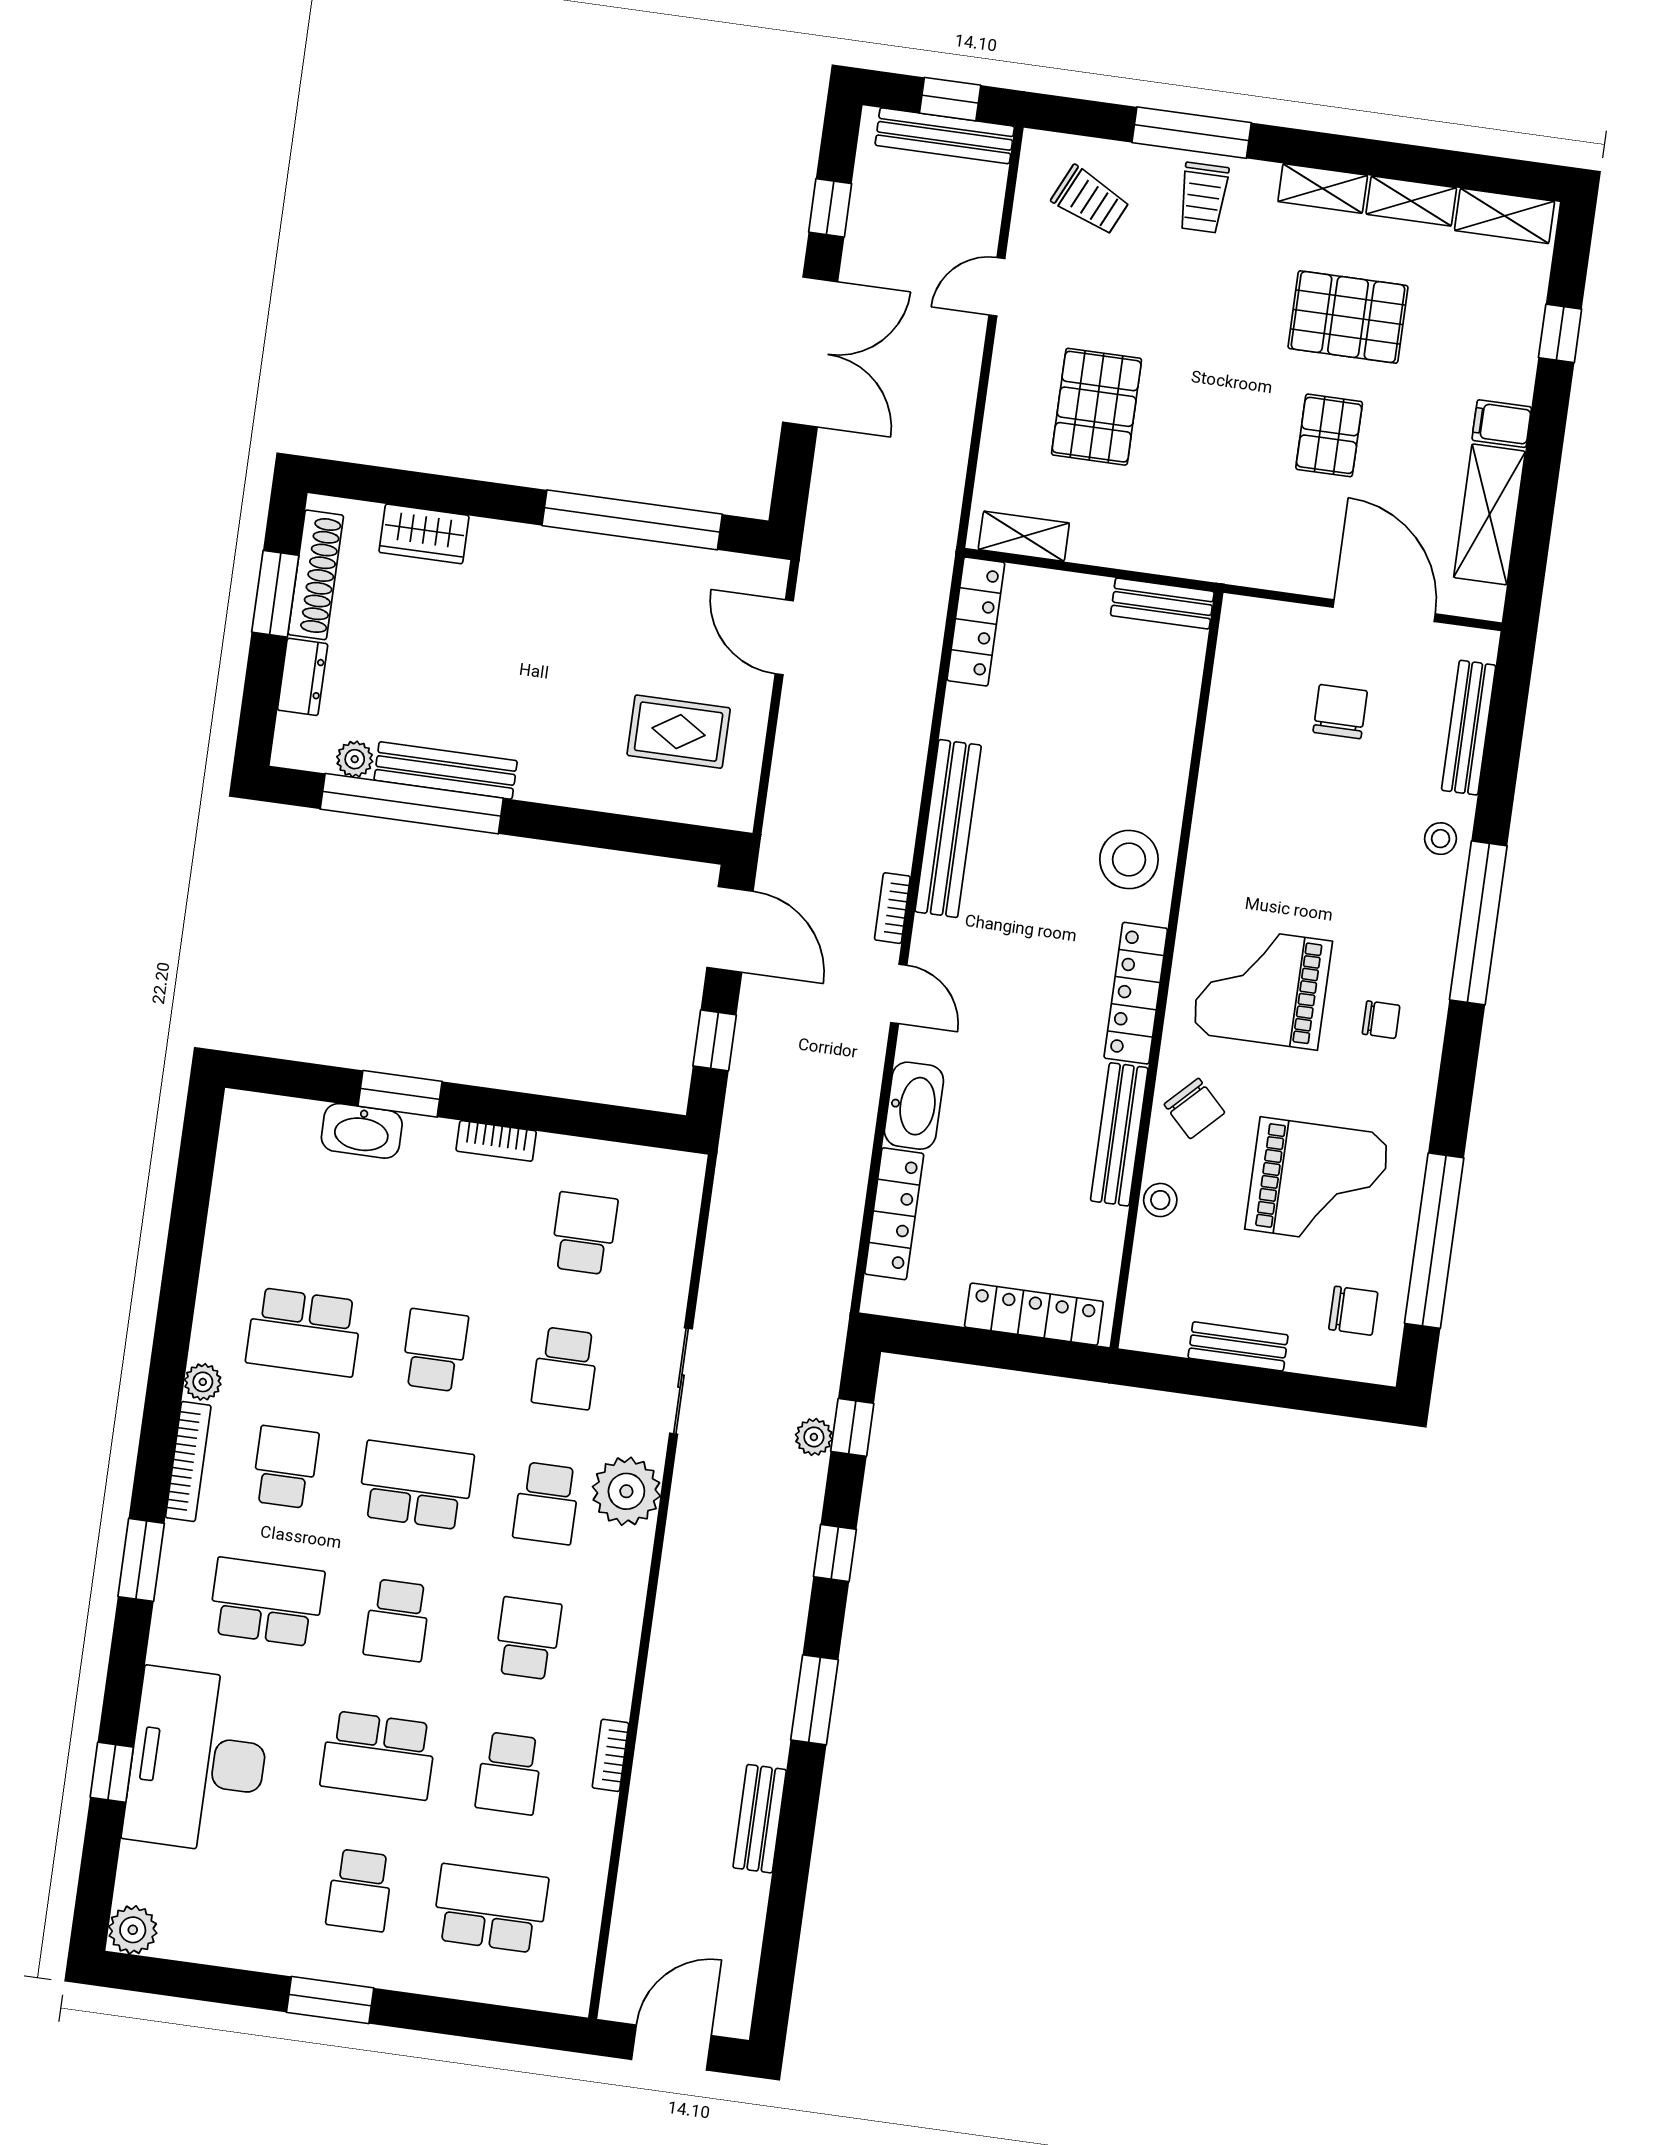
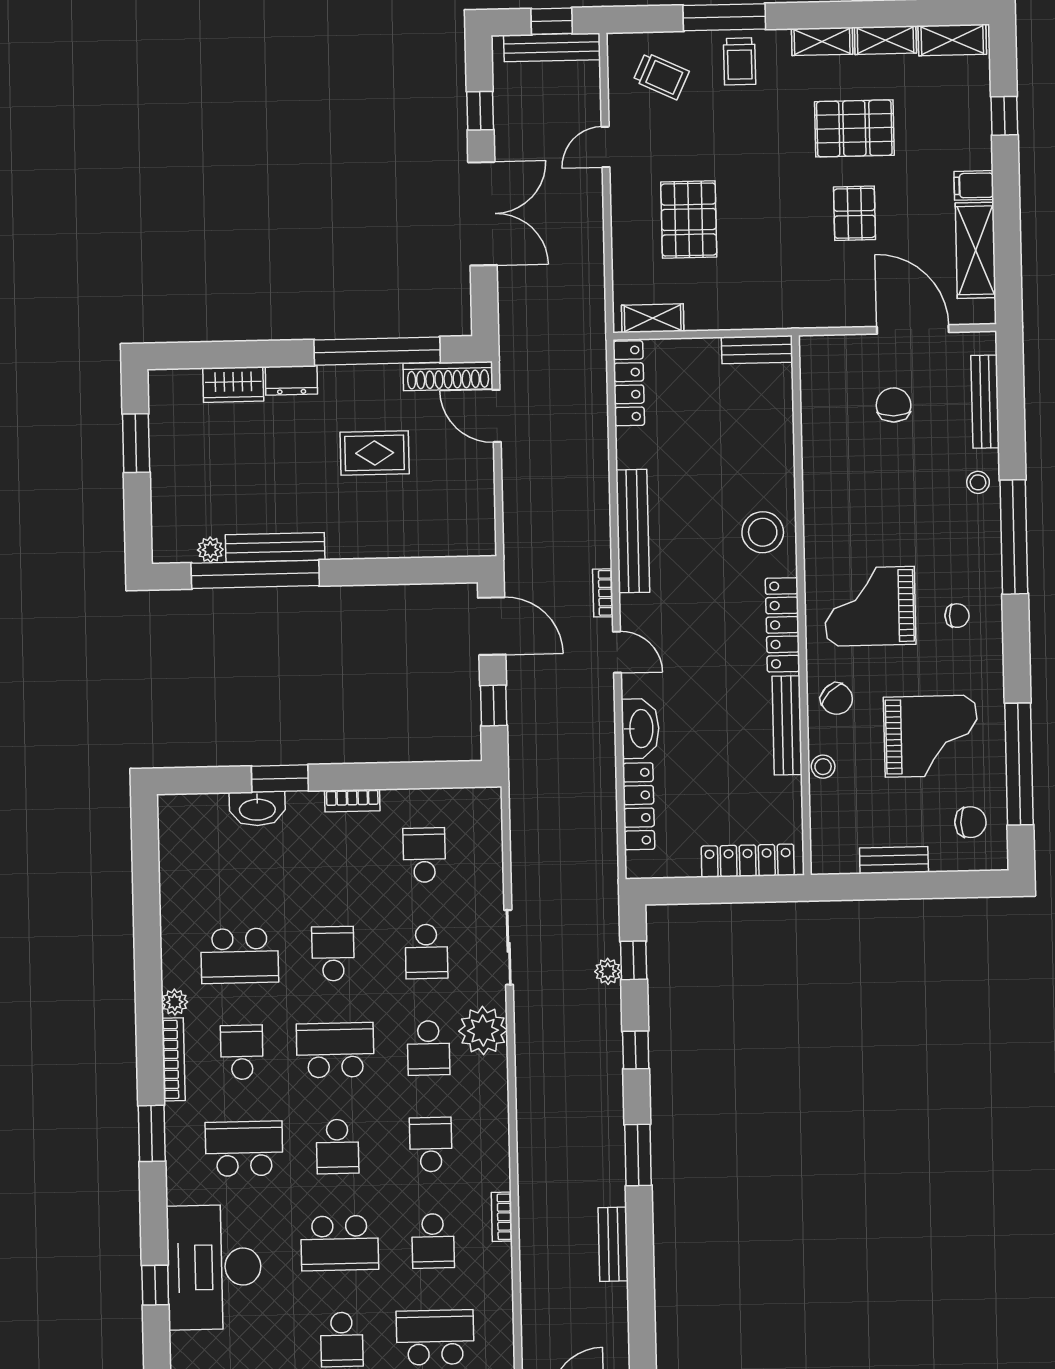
shoe rack: (316, 575) -> (448, 376), moved, turned 90
dresser: (303, 677) -> (291, 380), moved, turned 90
rug: (679, 732) -> (375, 453), moved

